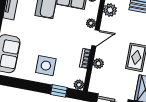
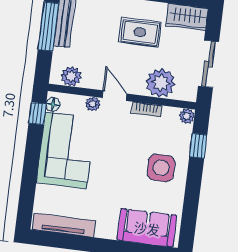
plant: (98, 63) -> (161, 83), width x1.87, depth x1.87

